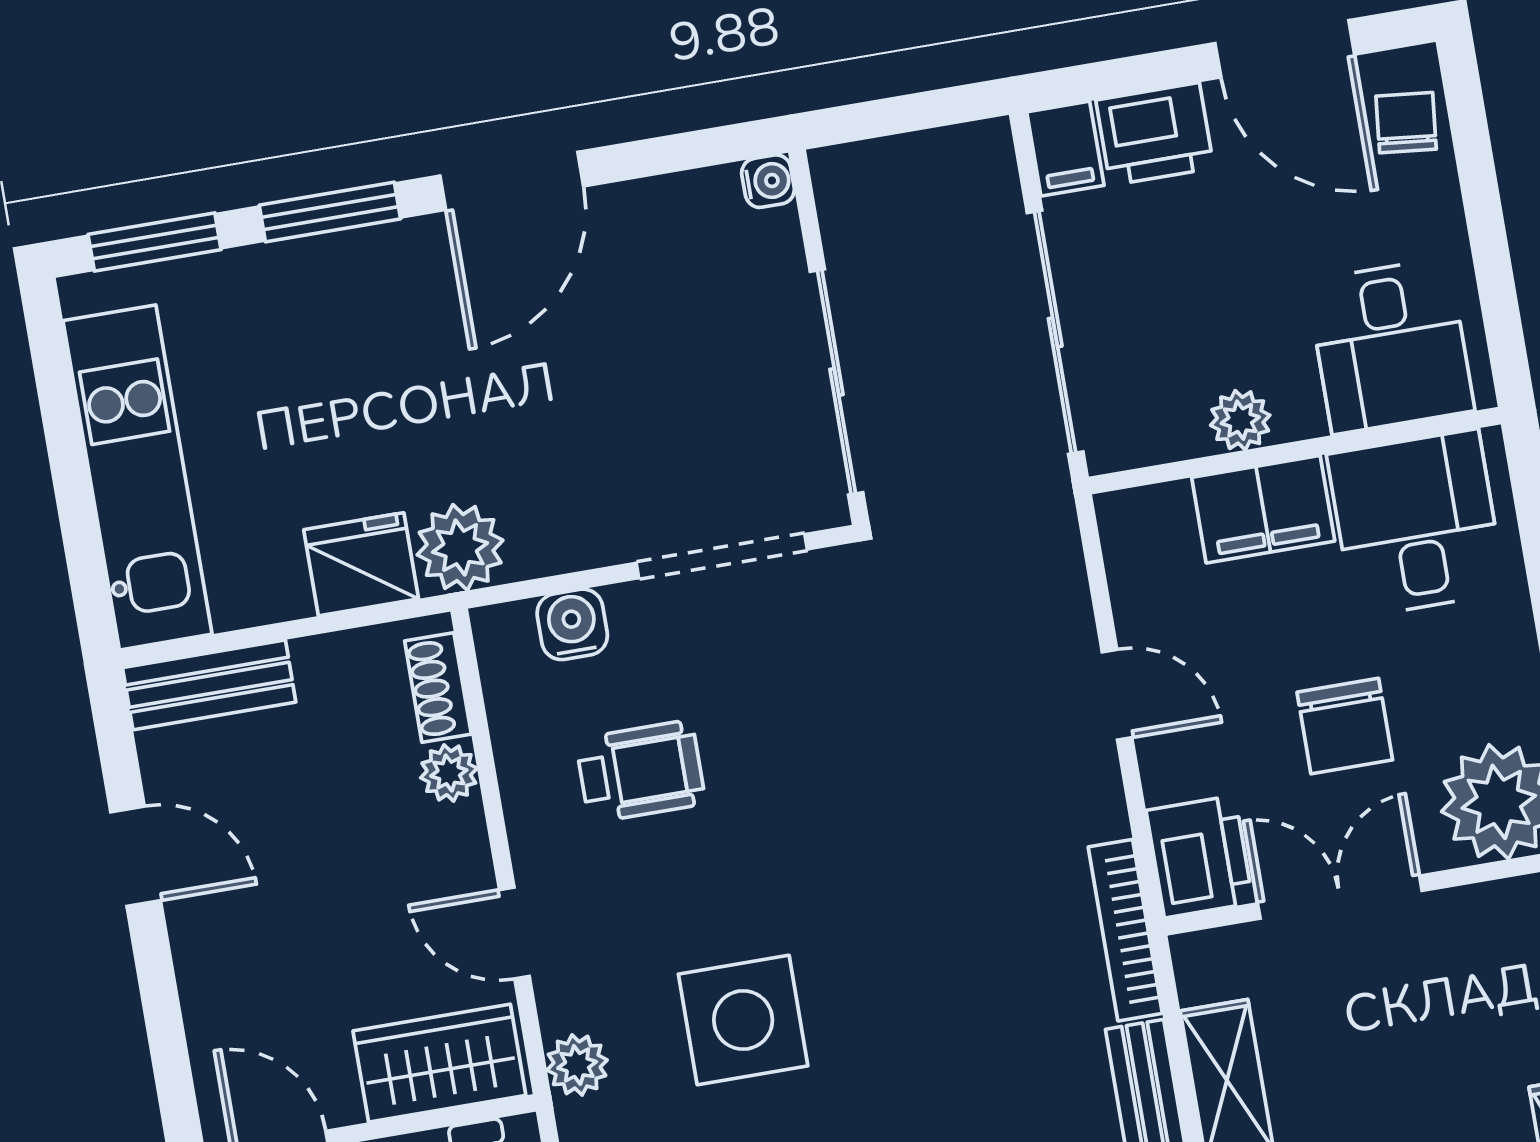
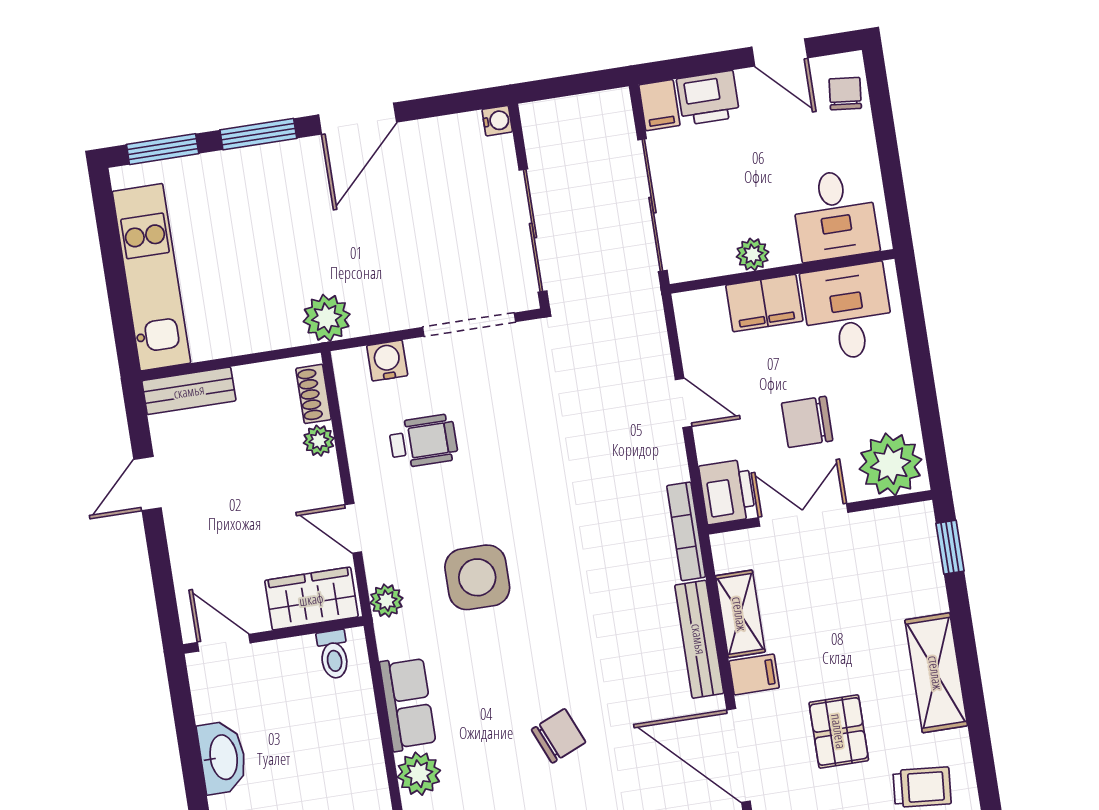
door: (1285, 49) -> (780, 52), width x0.73
fridge: (361, 564) -> (273, 326), removed
chair: (1345, 726) -> (807, 422), turned 90
door: (136, 856) -> (148, 484), swing flipped

